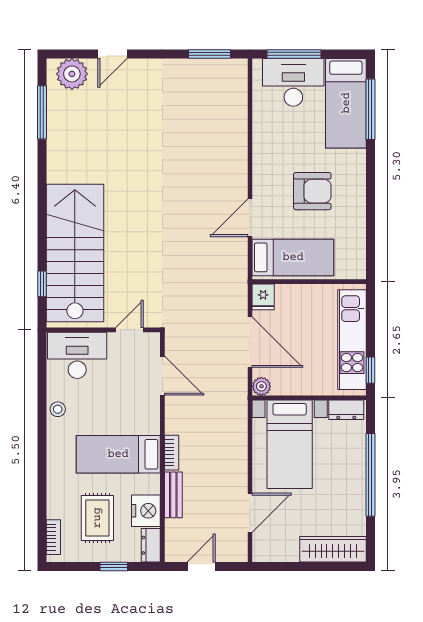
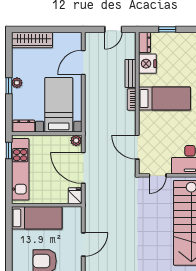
bed: (293, 257) -> (37, 218), moved, turned 180
window: (370, 475) -> (9, 86), width x0.32
plant: (357, 480) -> (17, 83), added
rug: (97, 518) -> (177, 59), removed

